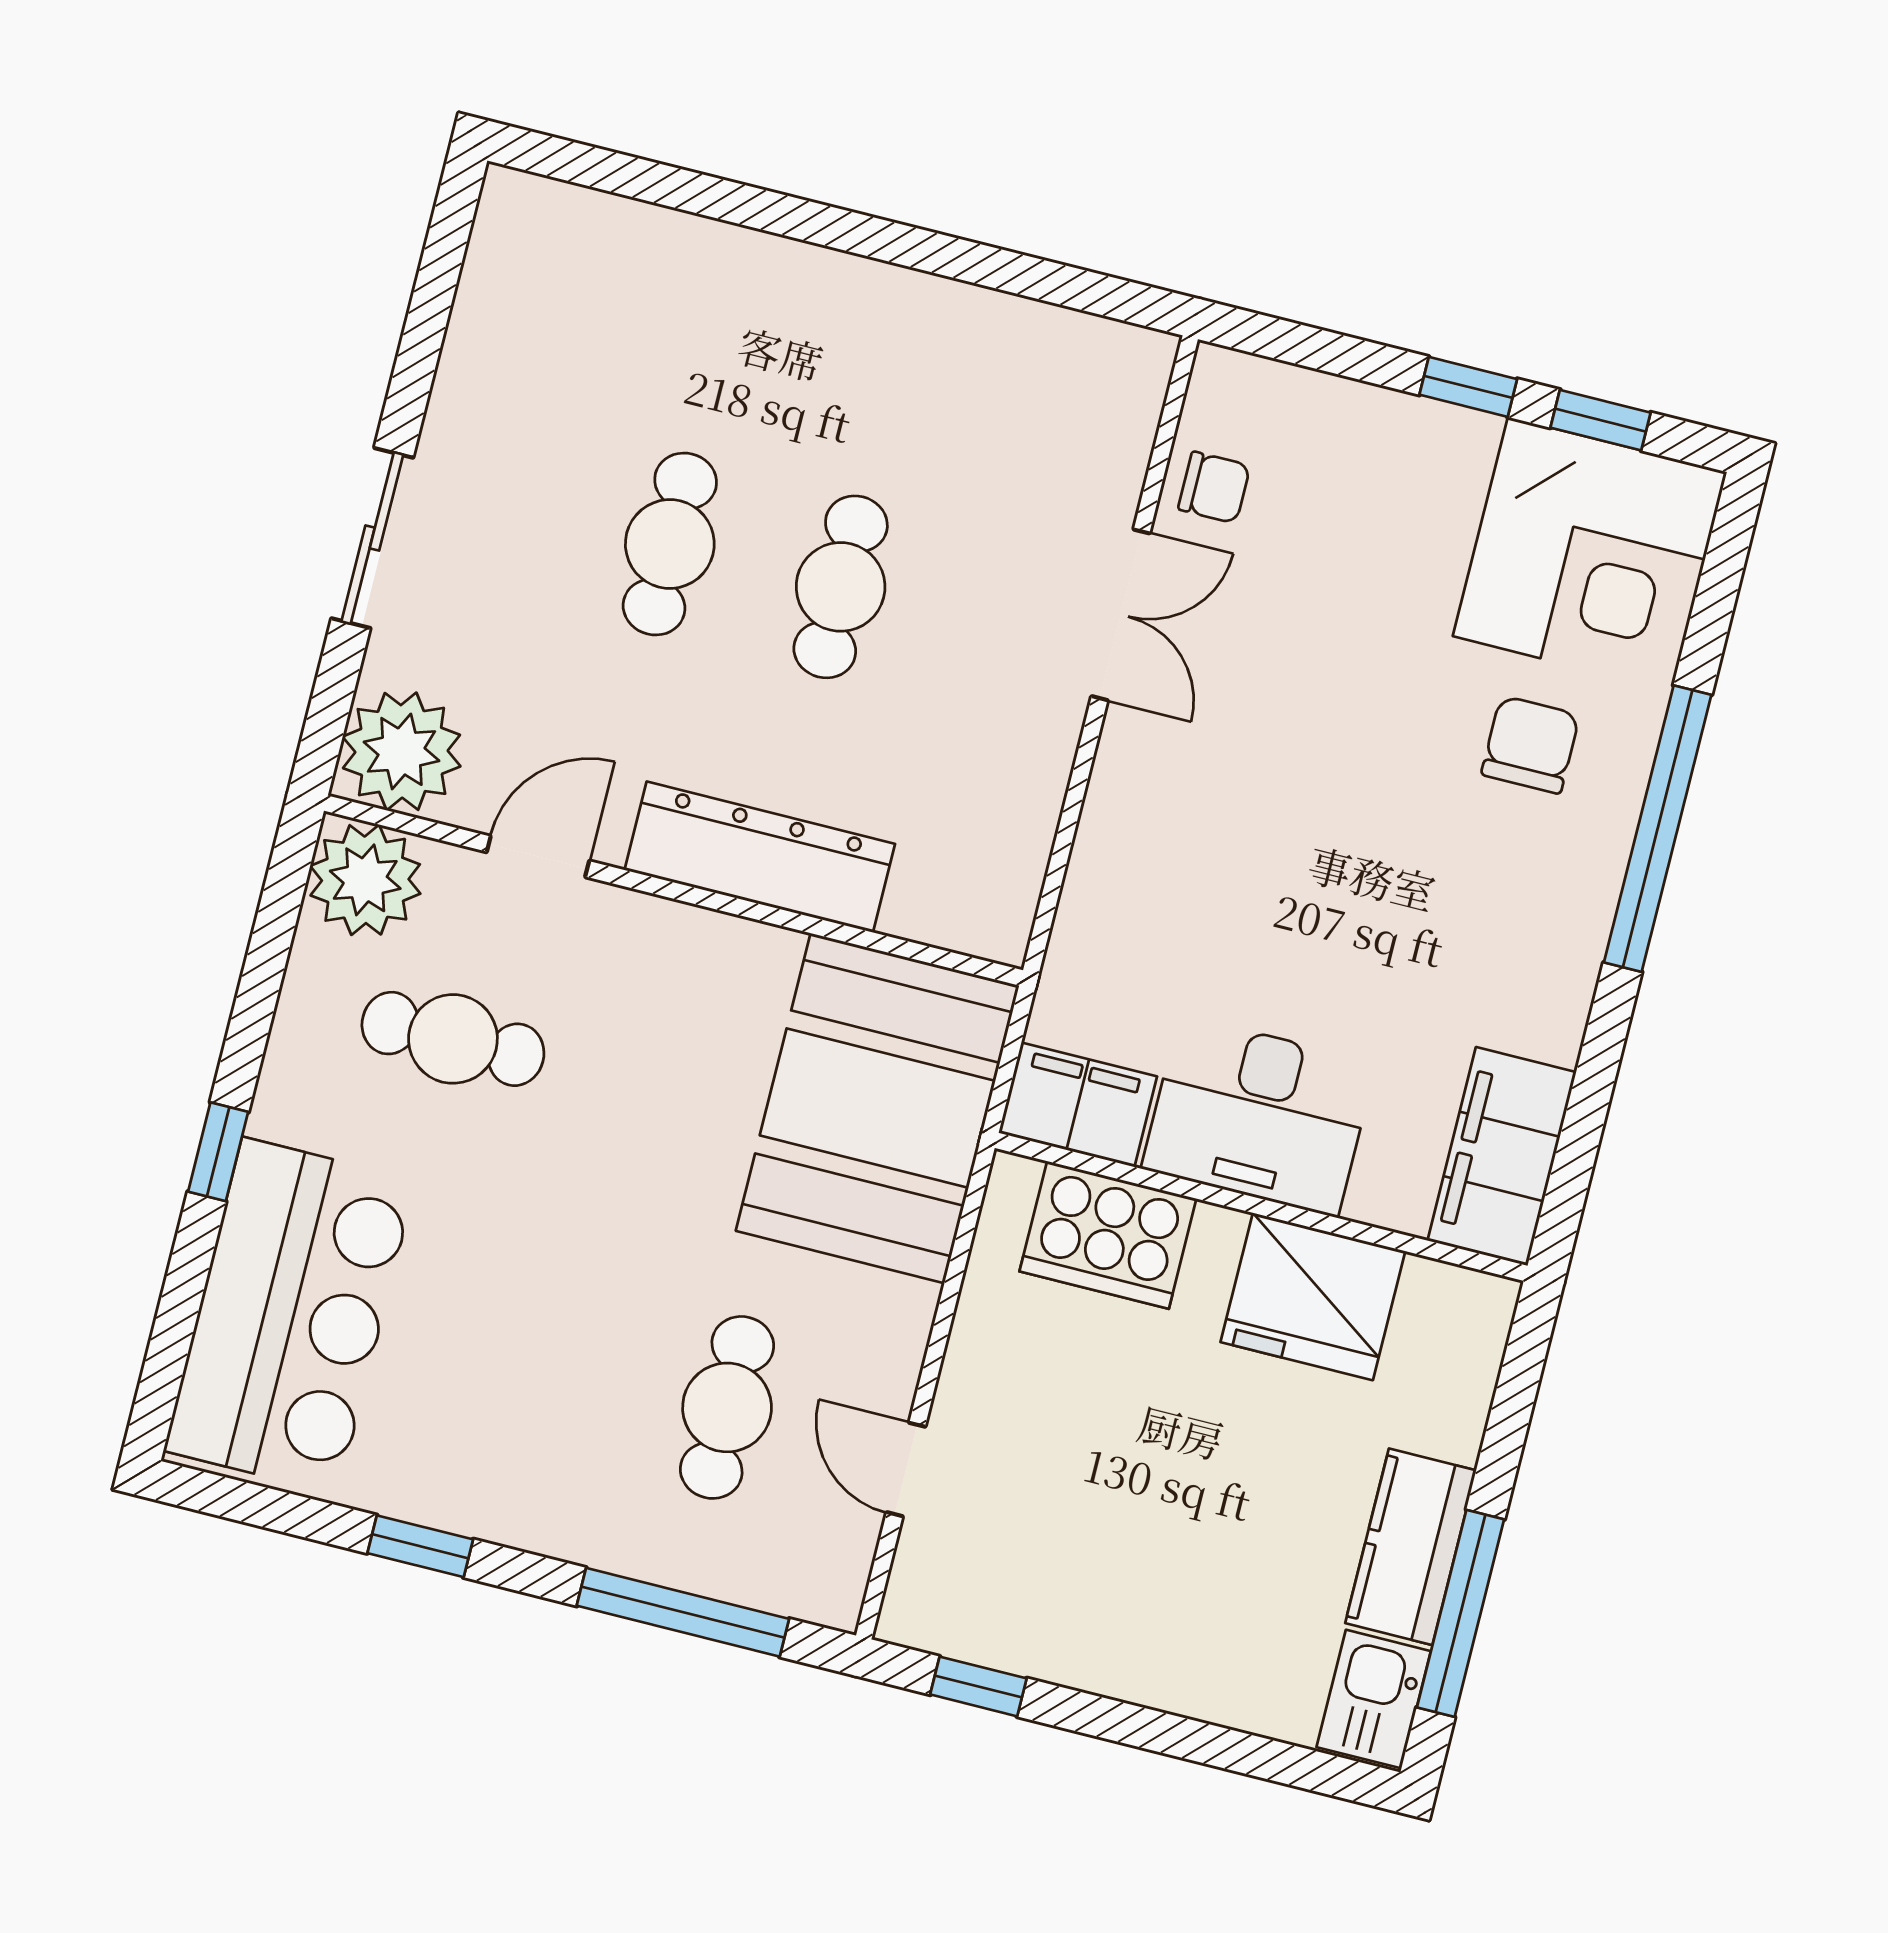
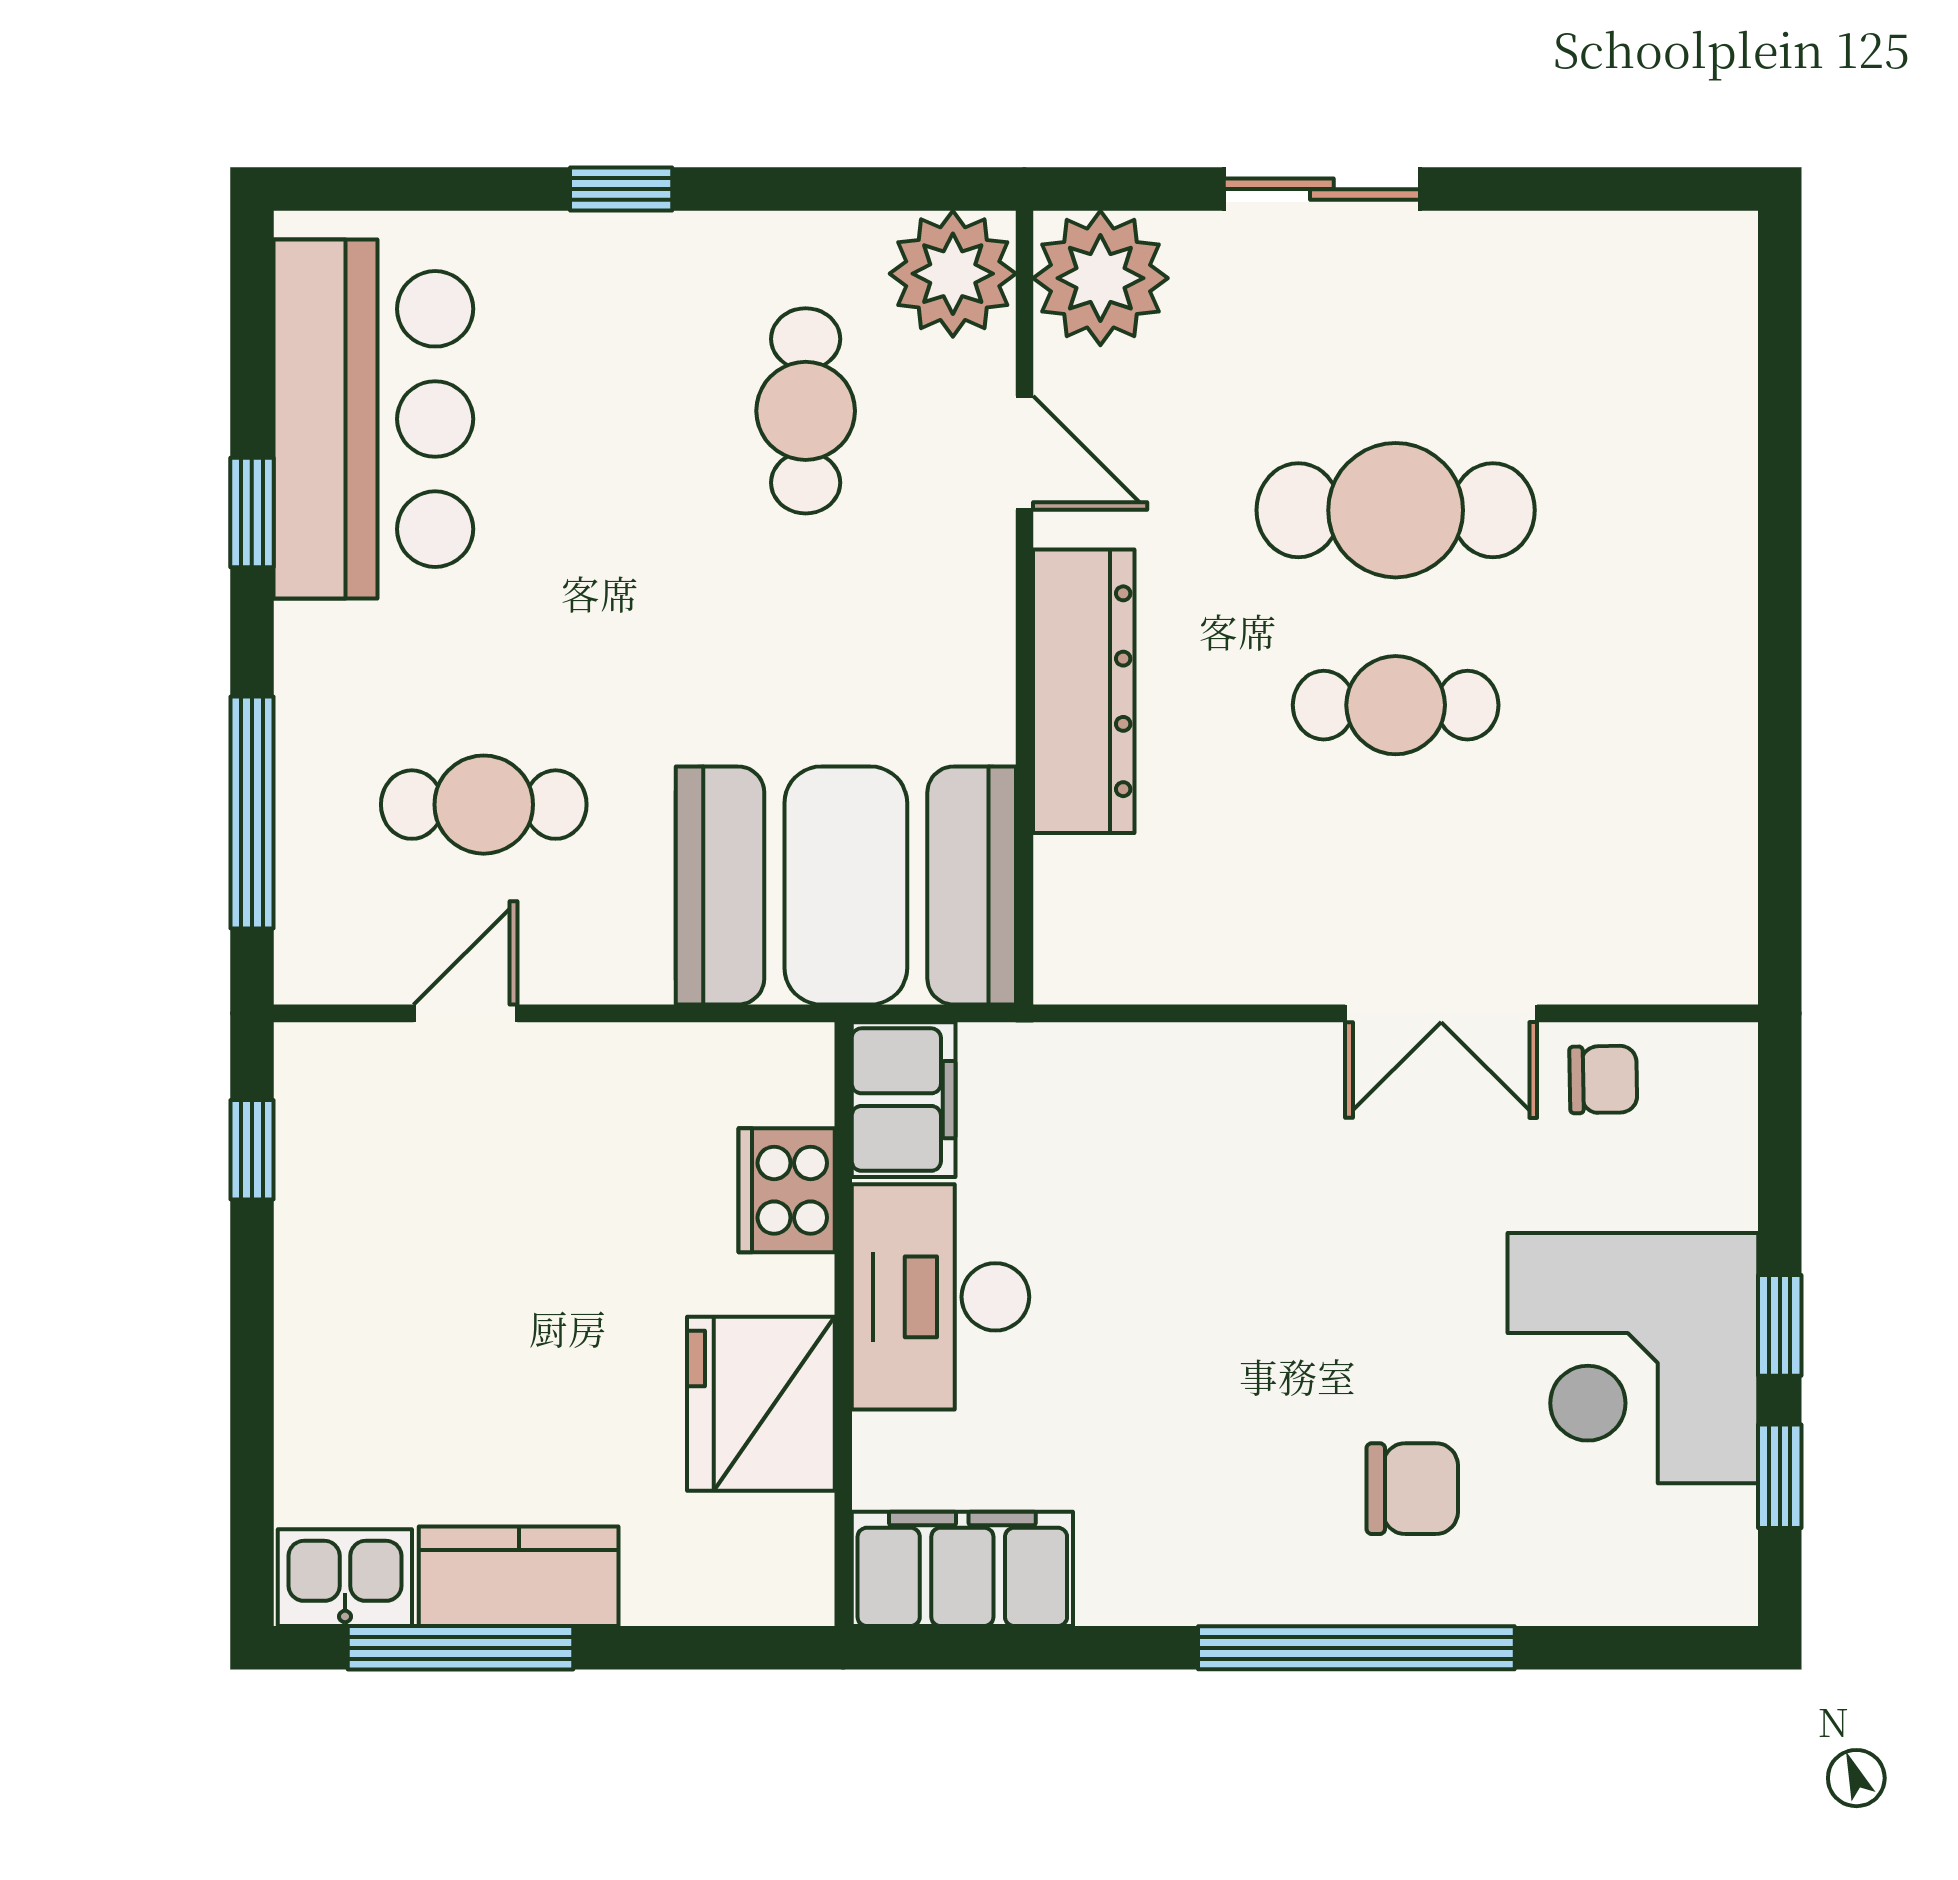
chair: (1214, 487) -> (1603, 1079), turned -91
cafe table: (670, 544) -> (1396, 510), width x1.37, depth x1.35
corner desk: (1590, 554) -> (1633, 1358), moved
cooker: (1108, 1235) -> (787, 1190), width x0.73, depth x0.76
bar counter: (290, 1316) -> (373, 419), moved, turned -90

